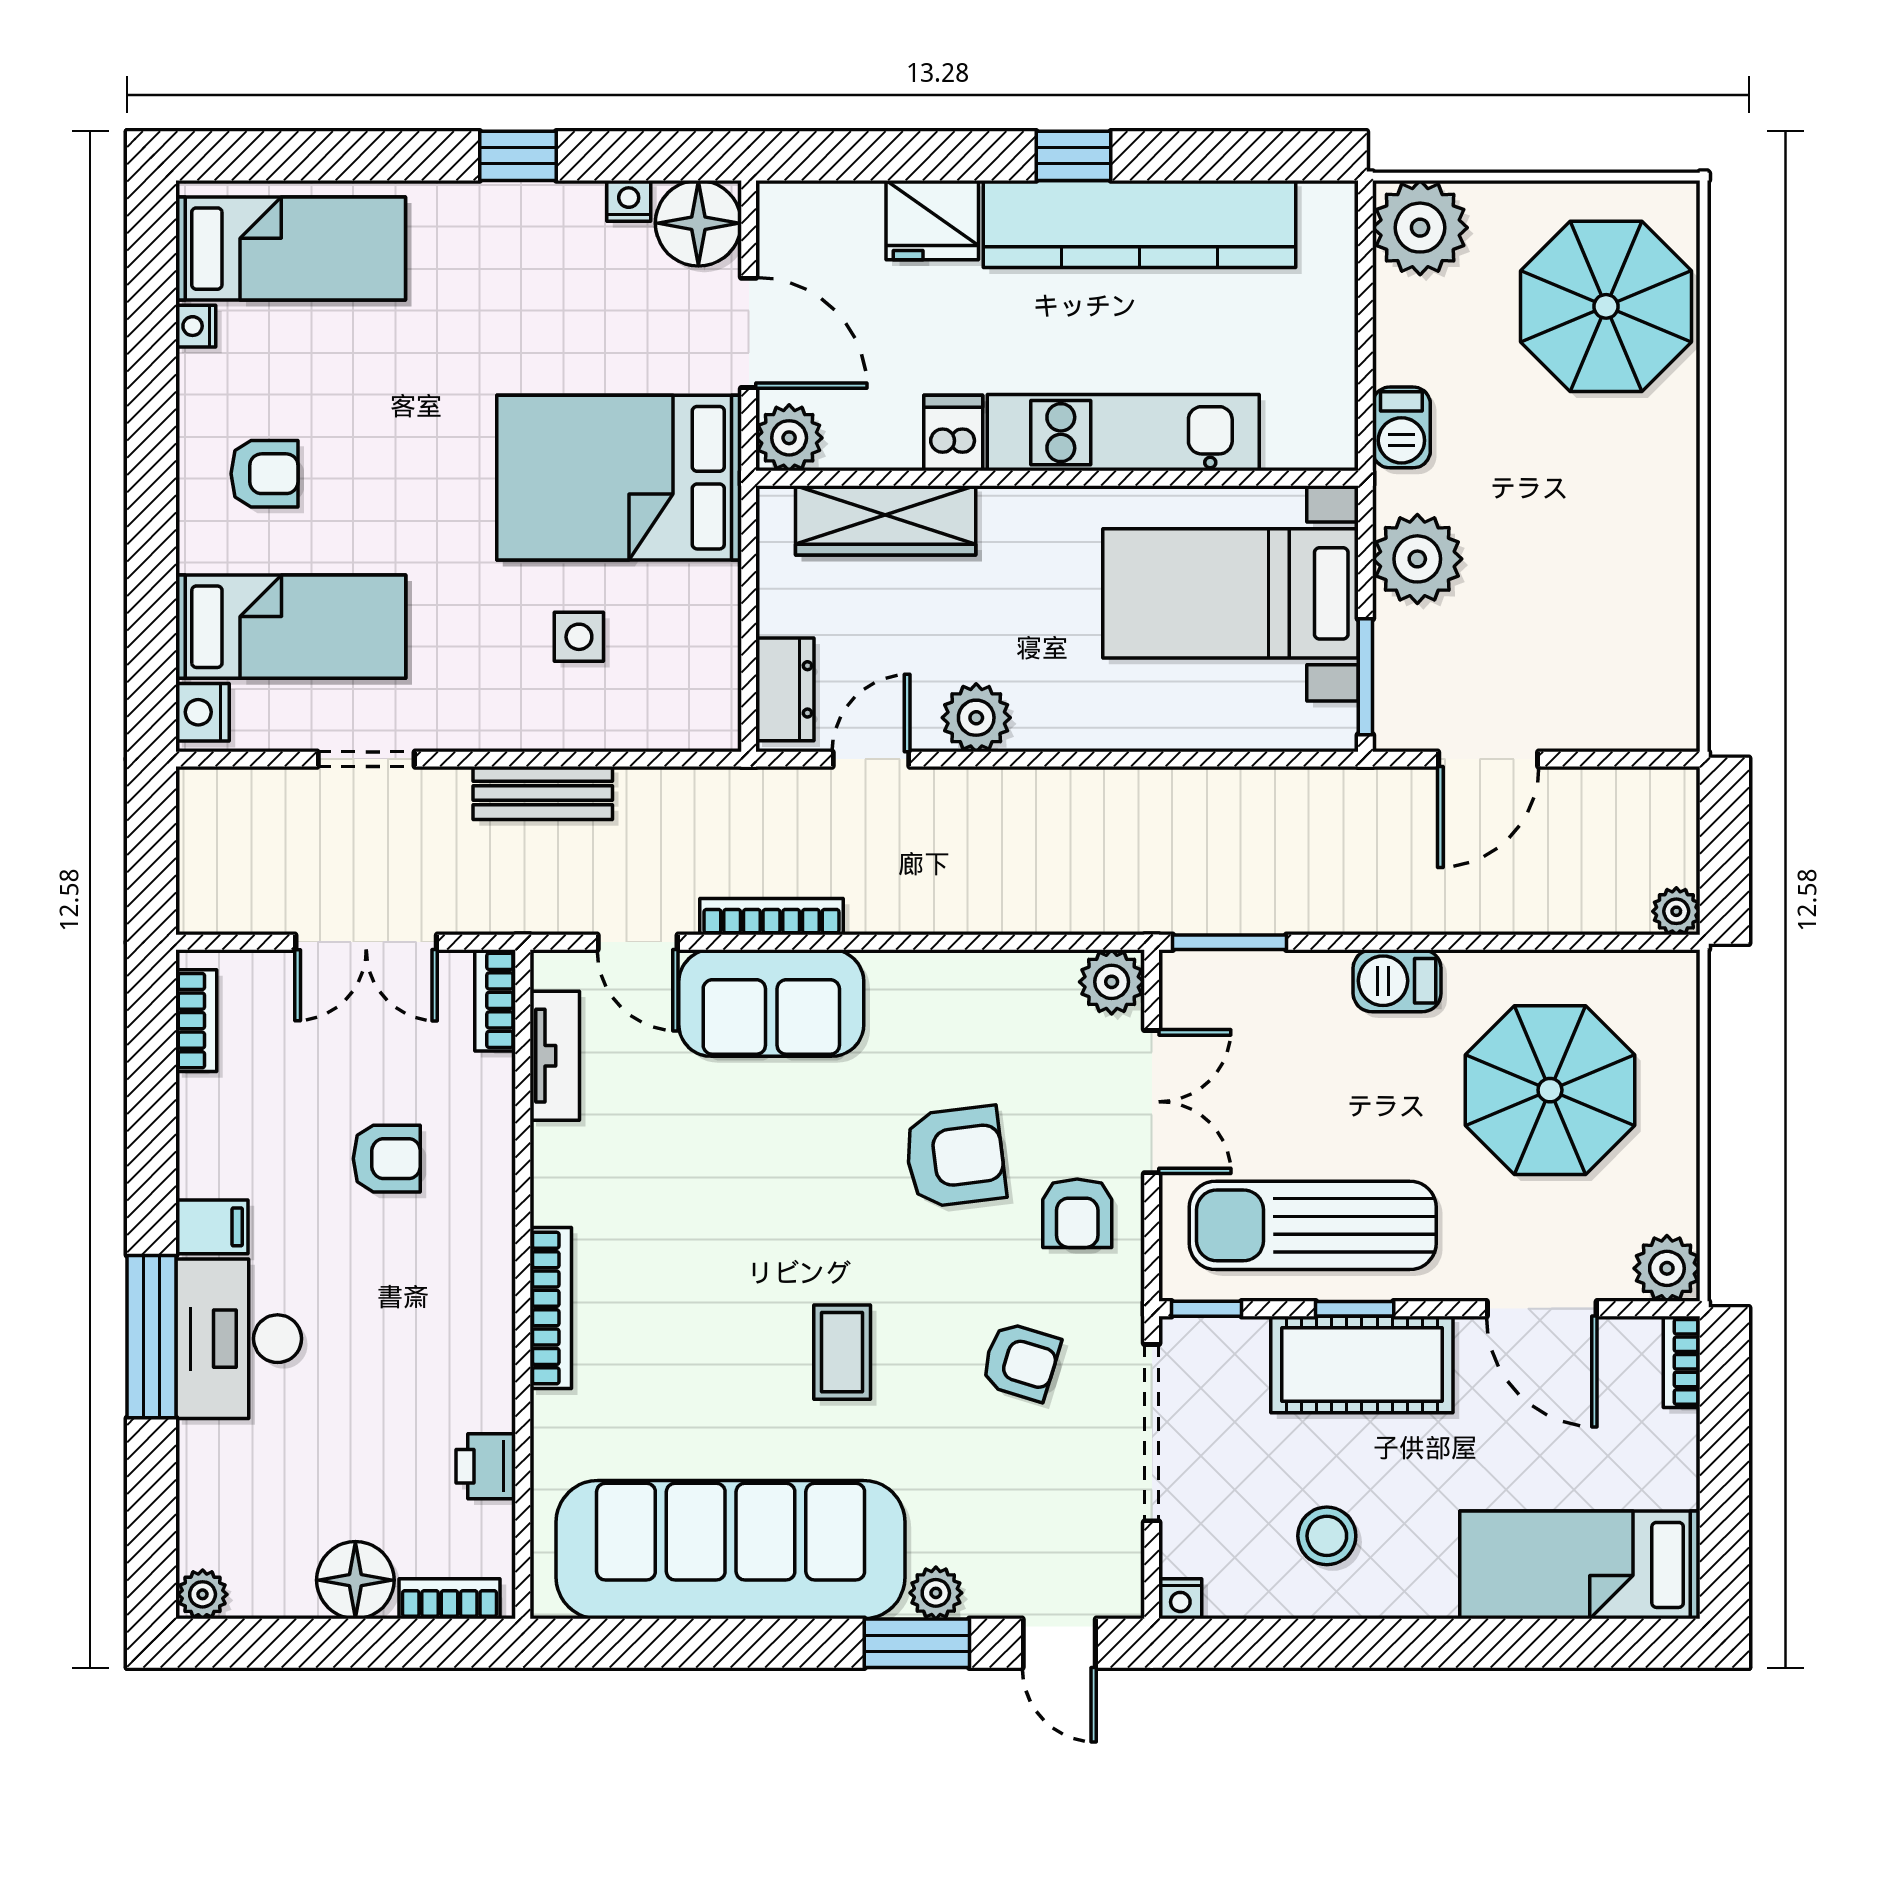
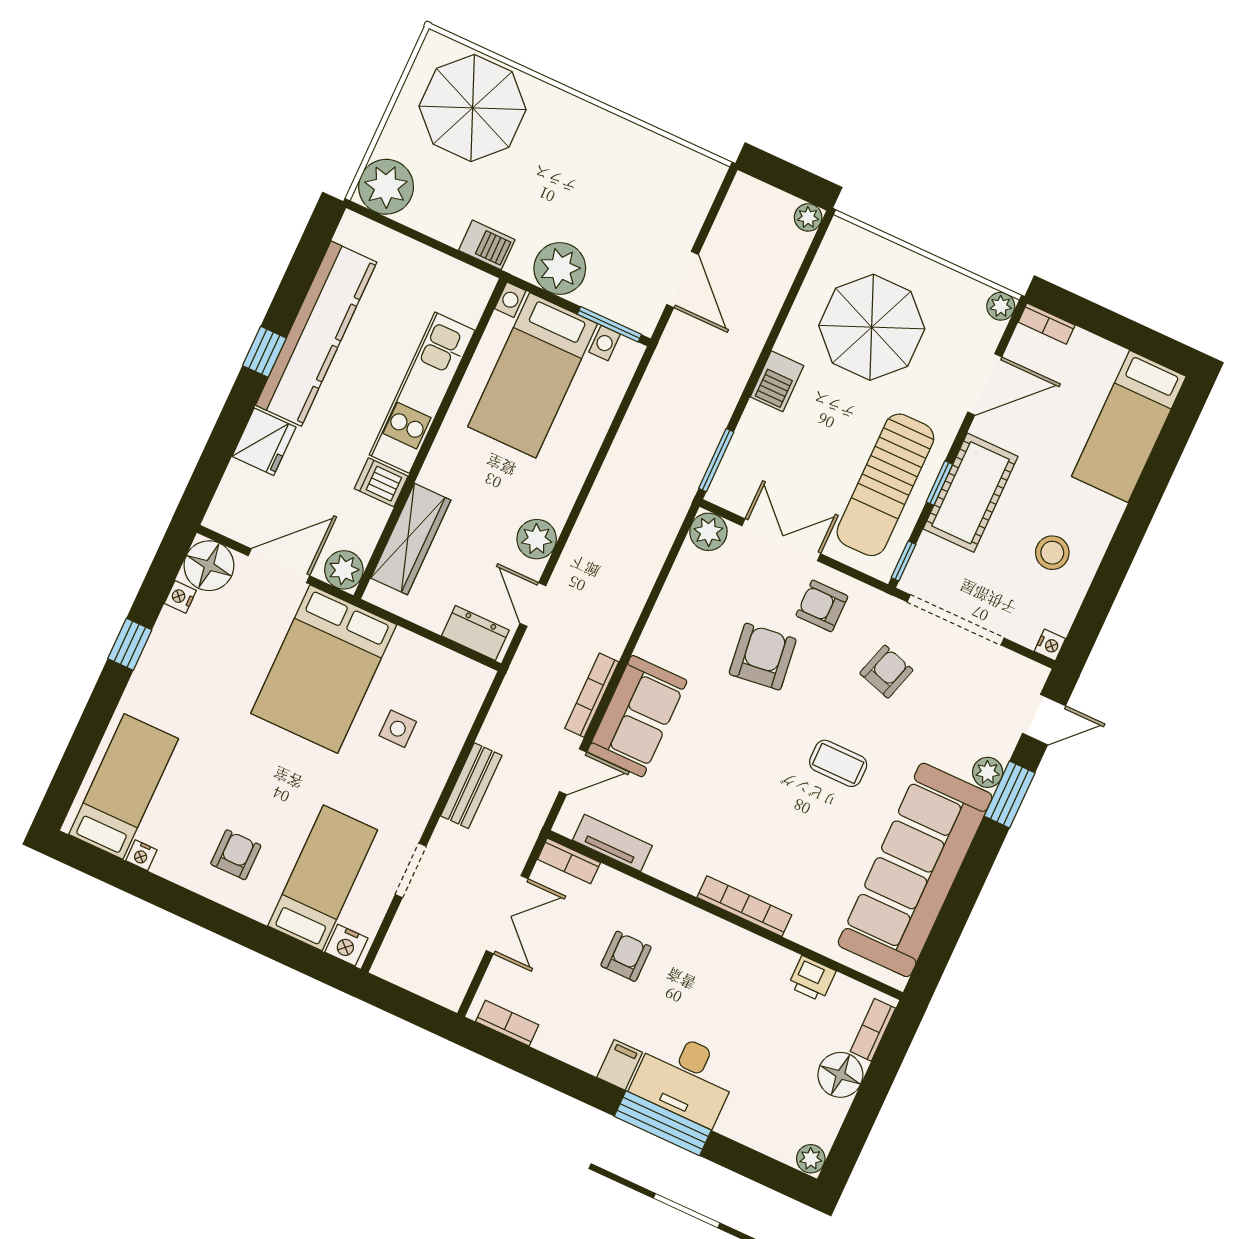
armchair: (1077, 1213) -> (822, 606), turned 180
plant: (1667, 1268) -> (1001, 306), width x0.73, depth x0.73

